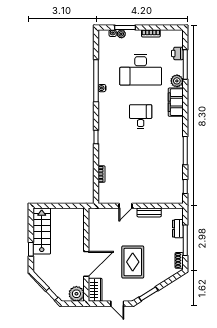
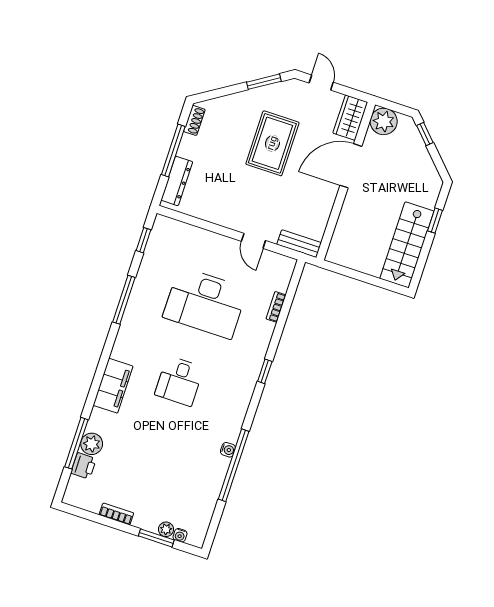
desk: (141, 70) -> (205, 303), moved, turned 180
plant: (177, 81) -> (92, 444), moved
door: (126, 206) -> (253, 241), swing flipped
bench: (149, 212) -> (299, 244), moved
dresser: (178, 229) -> (177, 181), width x1.44

